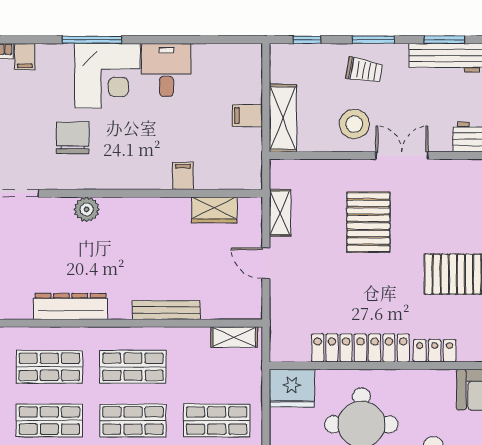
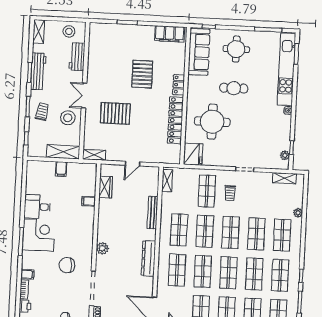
chair: (73, 138) -> (67, 265), moved
shelving: (280, 213) -> (94, 155), moved

